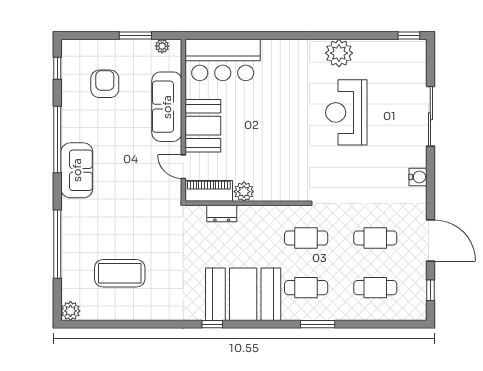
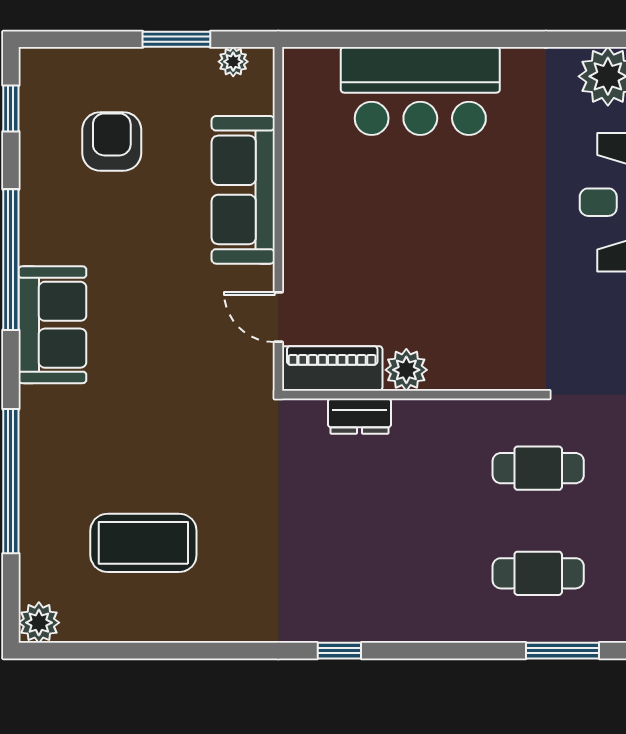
bar counter: (223, 60) -> (420, 91), moved
booth: (203, 126) -> (320, 230), removed
booth: (243, 294) -> (405, 587), removed

